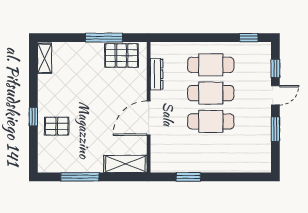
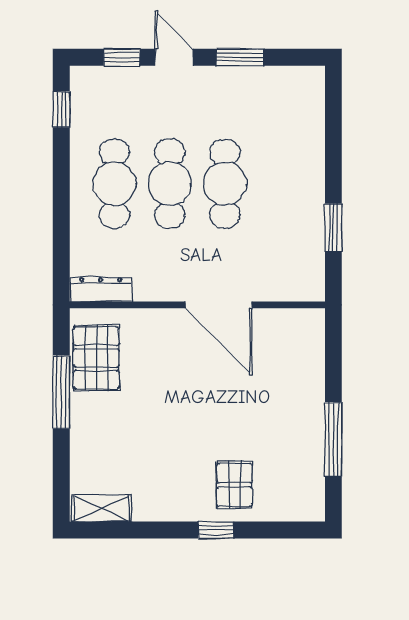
dresser: (157, 74) -> (101, 289), moved
shelving: (125, 164) -> (308, 350), removed

